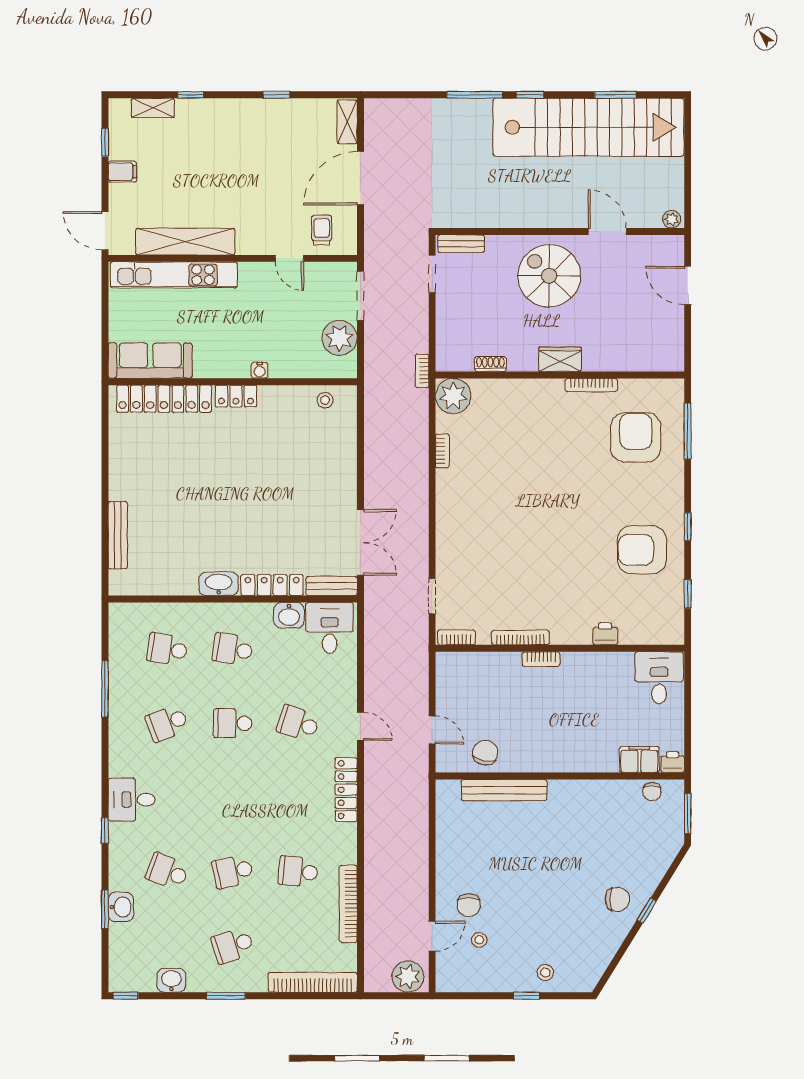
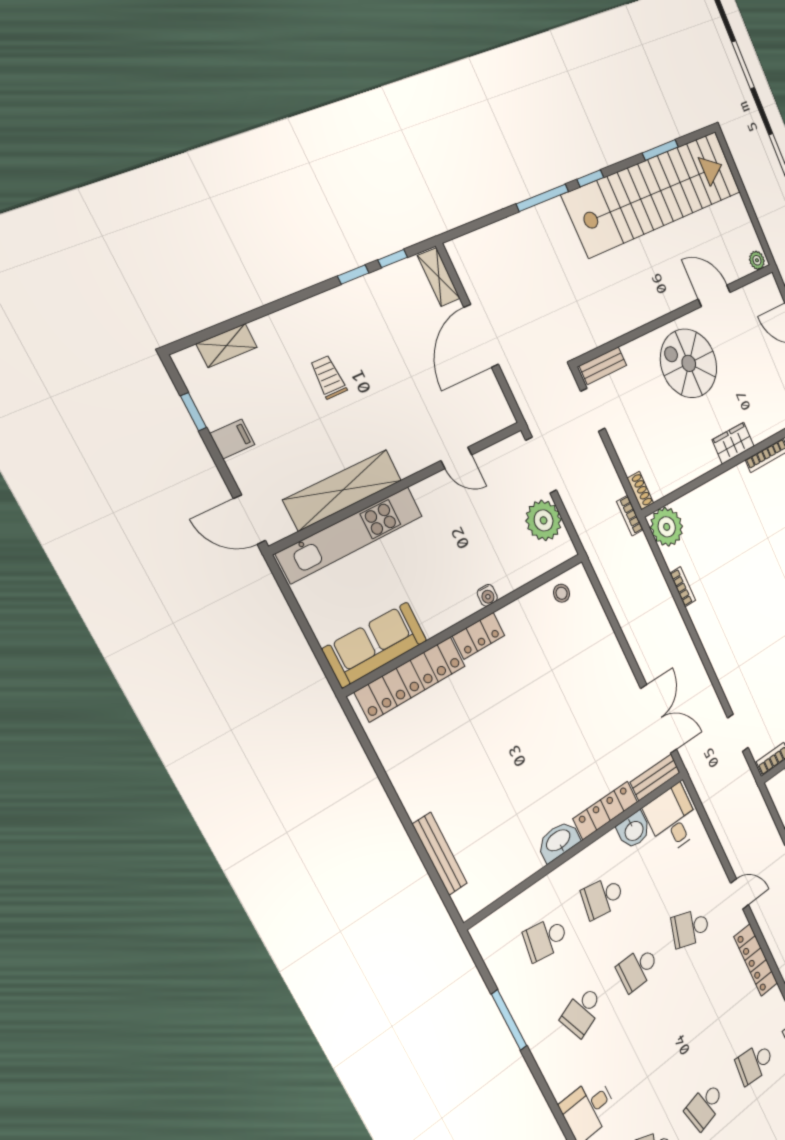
window: (191, 95) -> (393, 259), moved
trolley: (322, 230) -> (328, 377), moved
shoe rack: (490, 364) -> (640, 491), moved, turned 90

